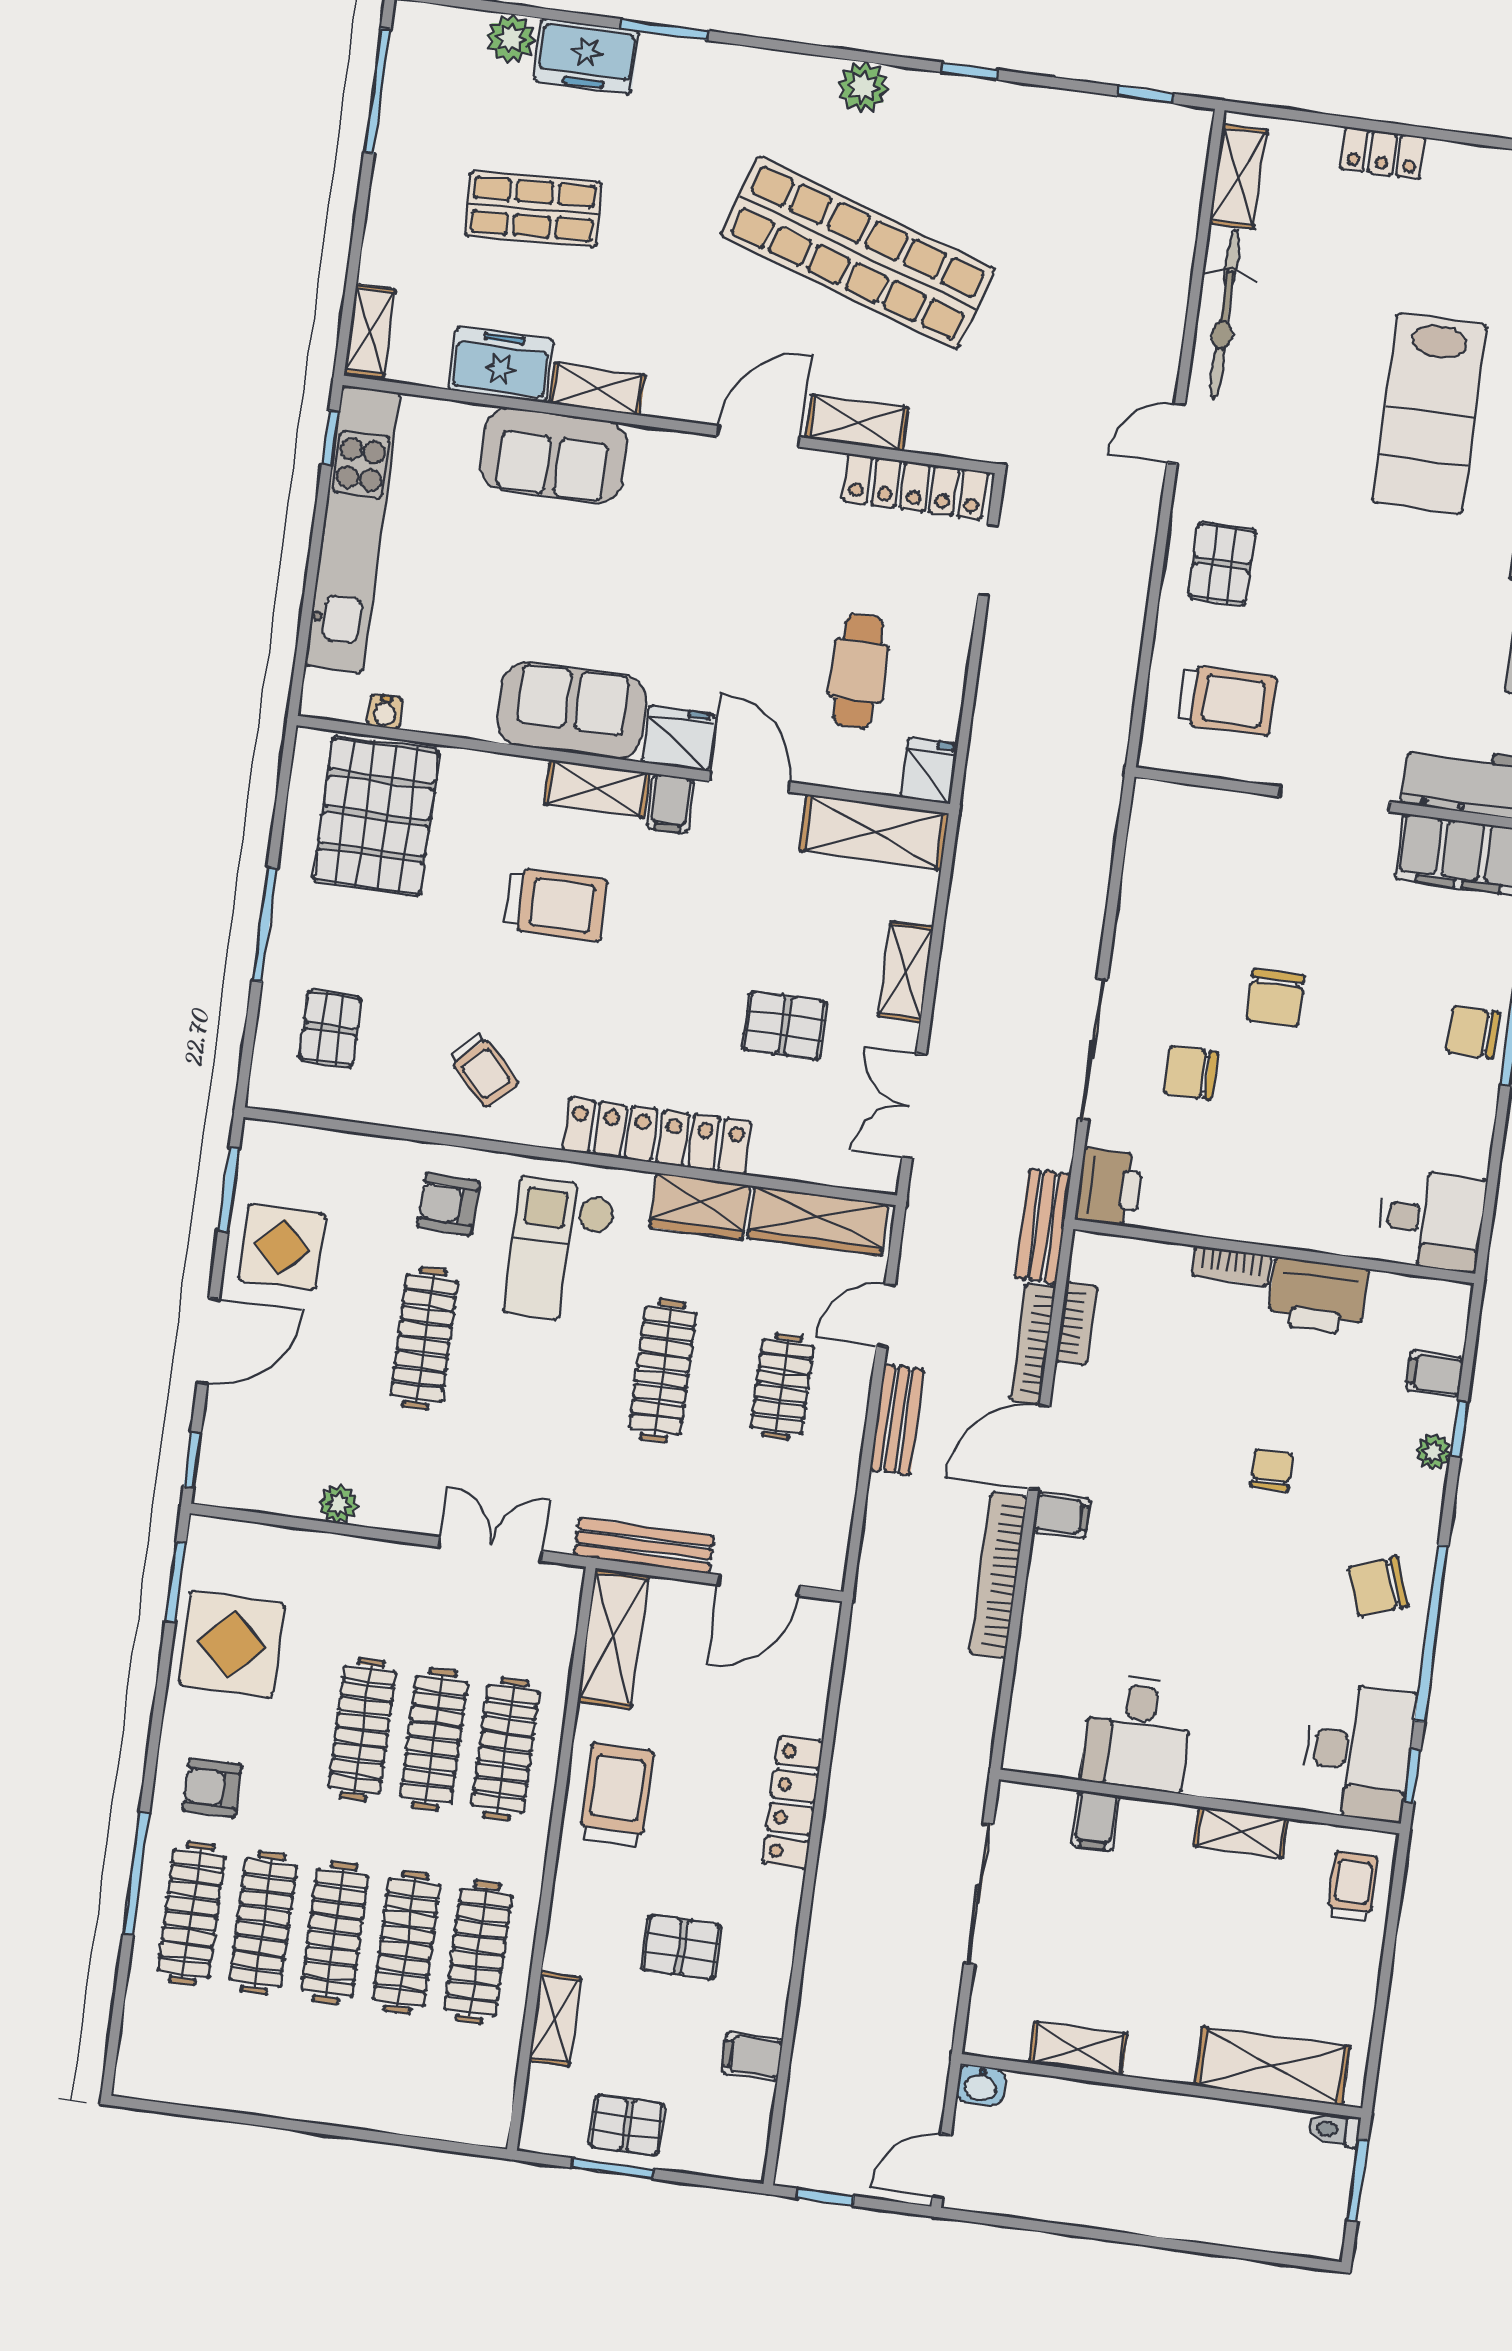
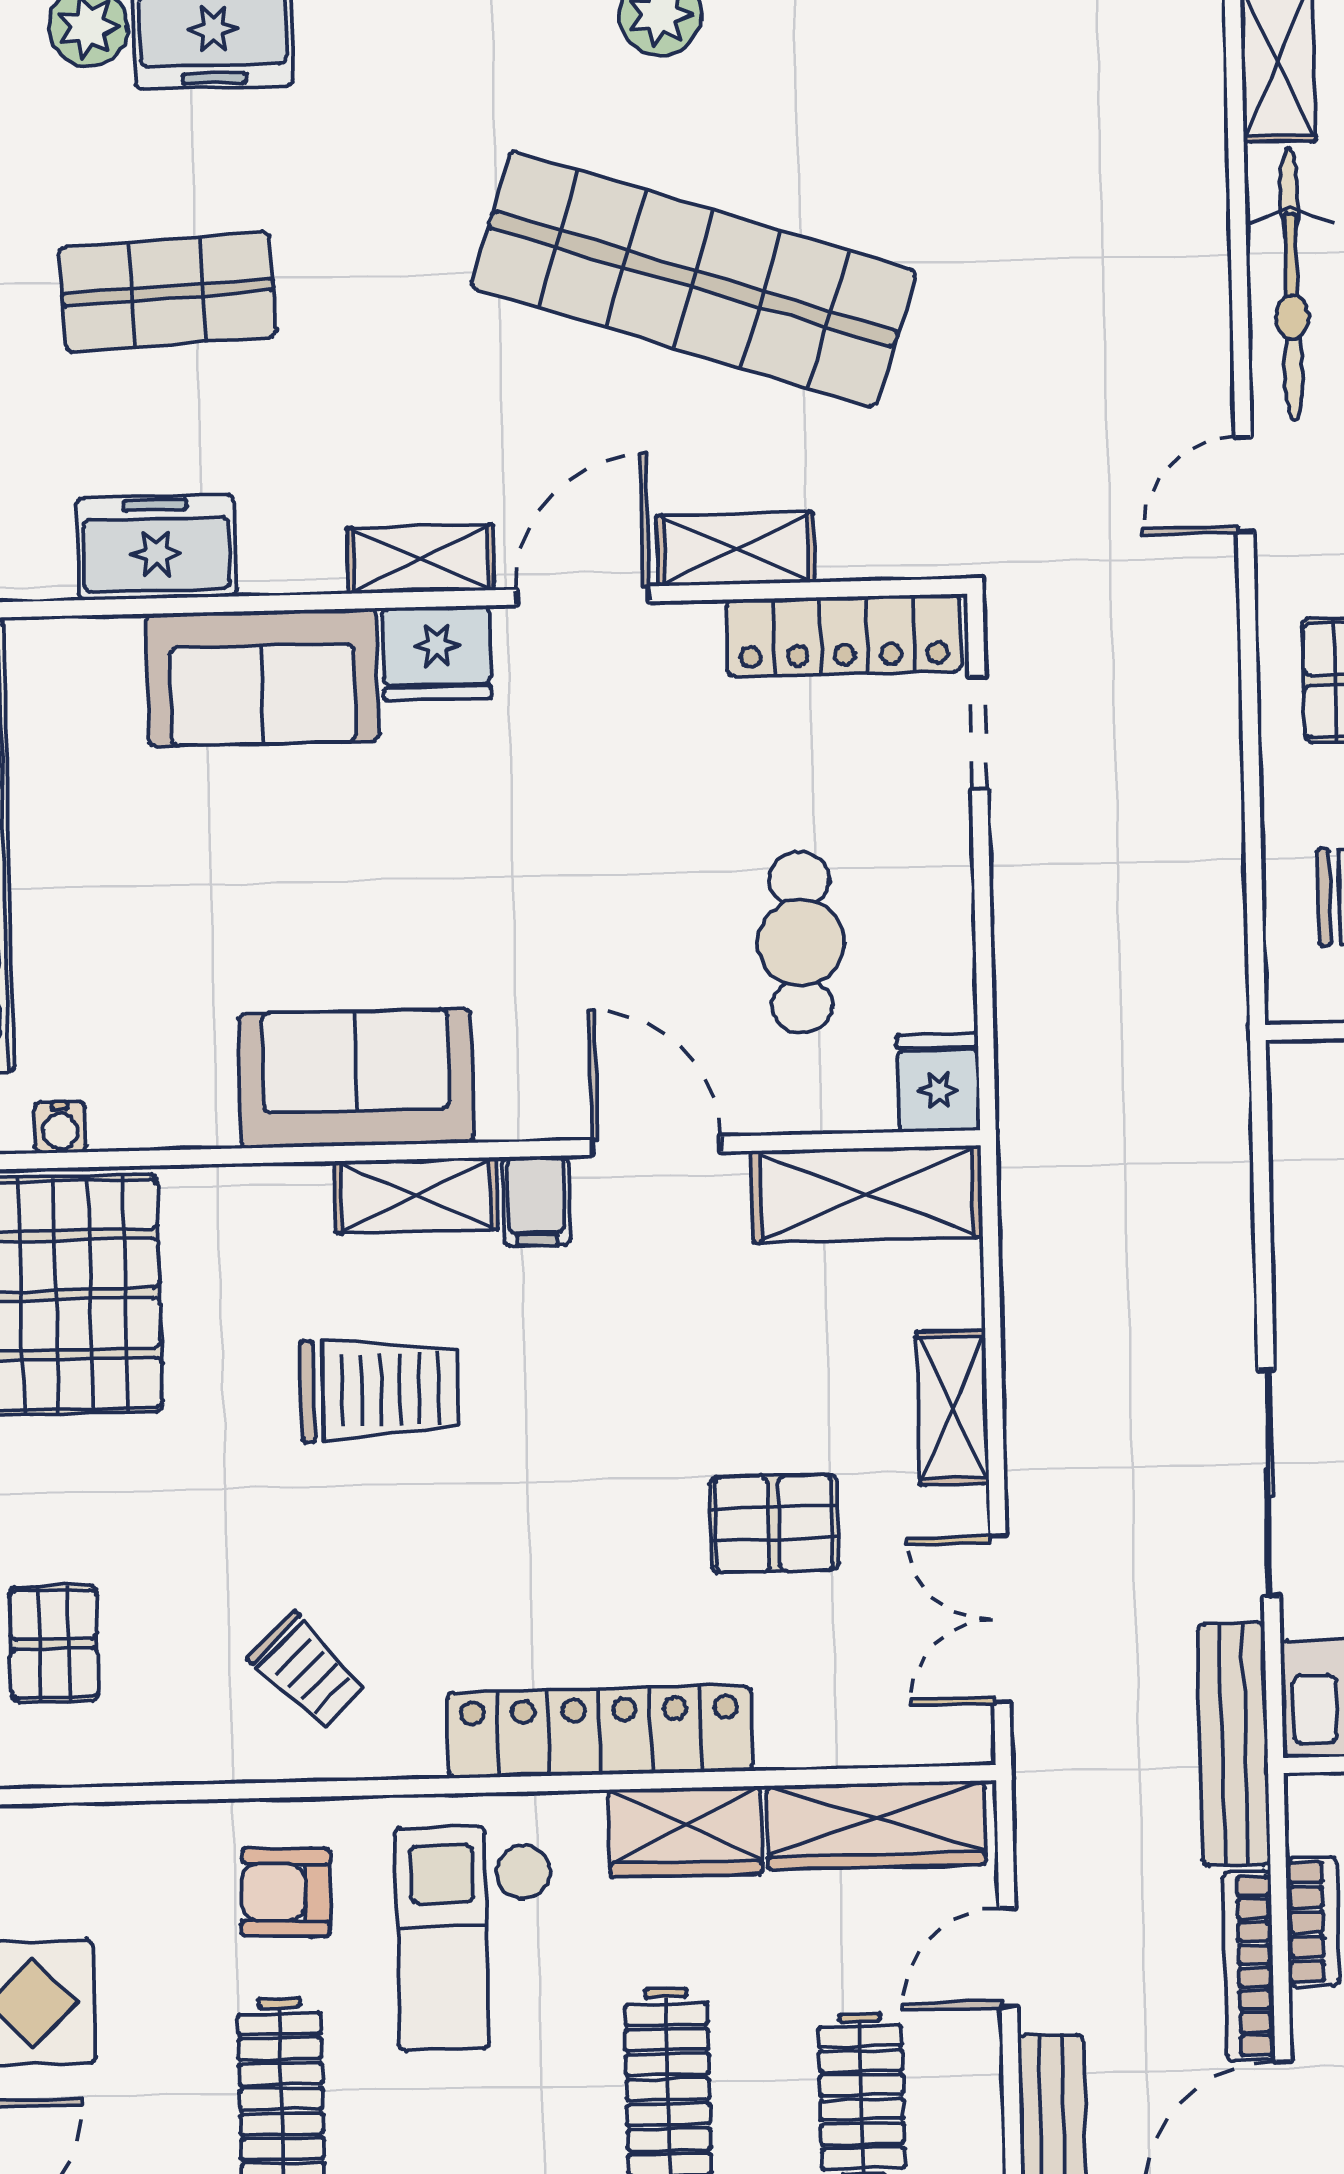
shelving: (597, 389) -> (421, 559), moved
fridge: (679, 738) -> (437, 653), moved, turned 180
bench: (1043, 1226) -> (1234, 1744), width x1.36

